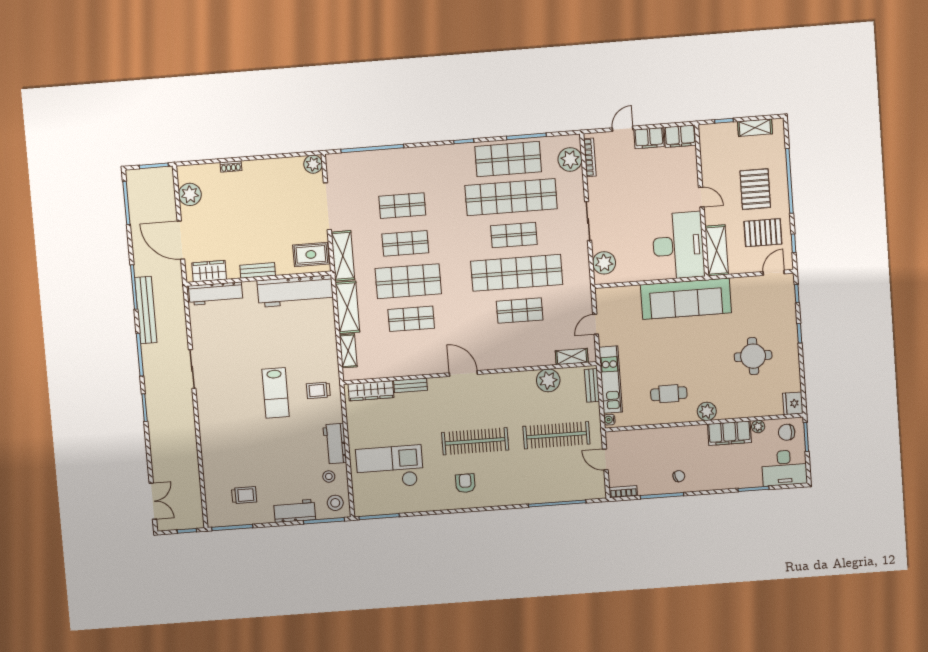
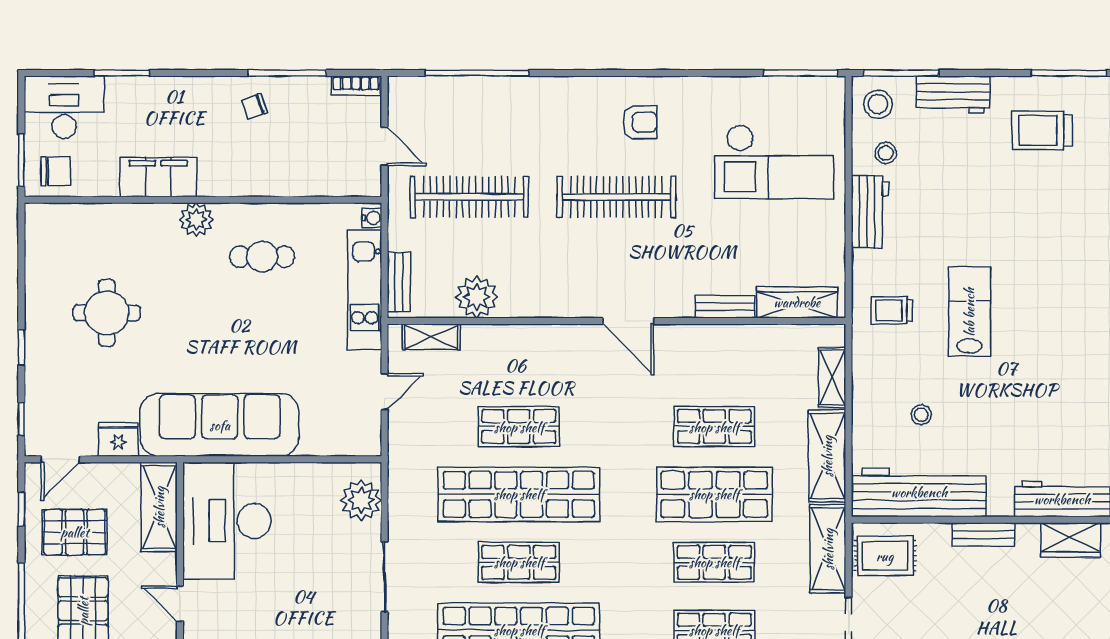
stool: (297, 334) -> (921, 415), added
trolley: (318, 390) -> (892, 310), turned 180
fridge: (793, 403) -> (118, 439), moved, turned -90
plant: (758, 427) -> (106, 185), removed
armchair: (465, 483) -> (640, 122), turned -90
trolley: (244, 495) -> (1042, 130), width x1.36, depth x1.39

